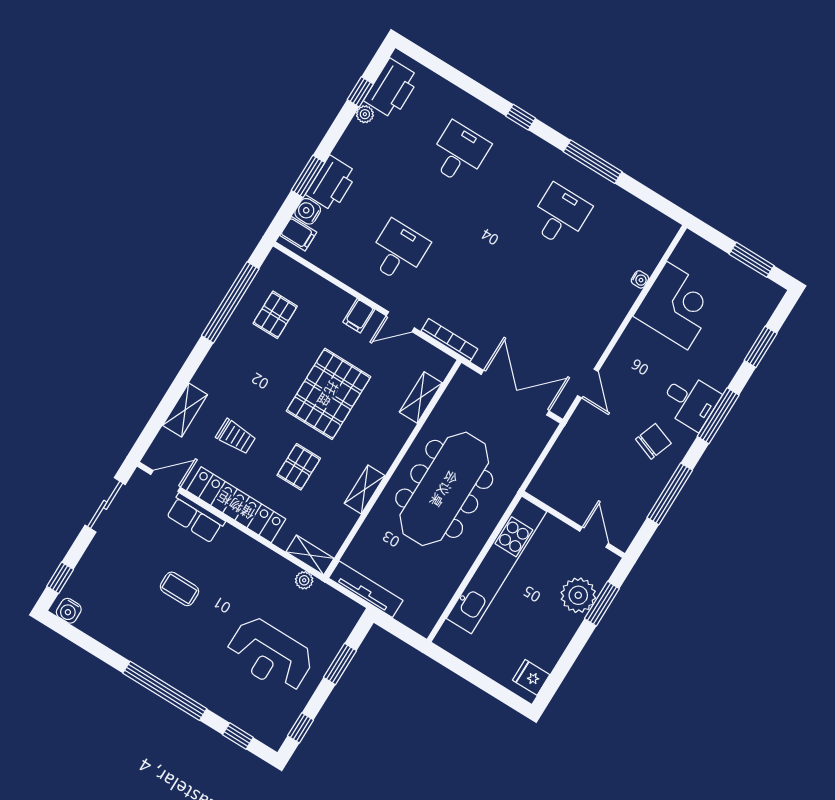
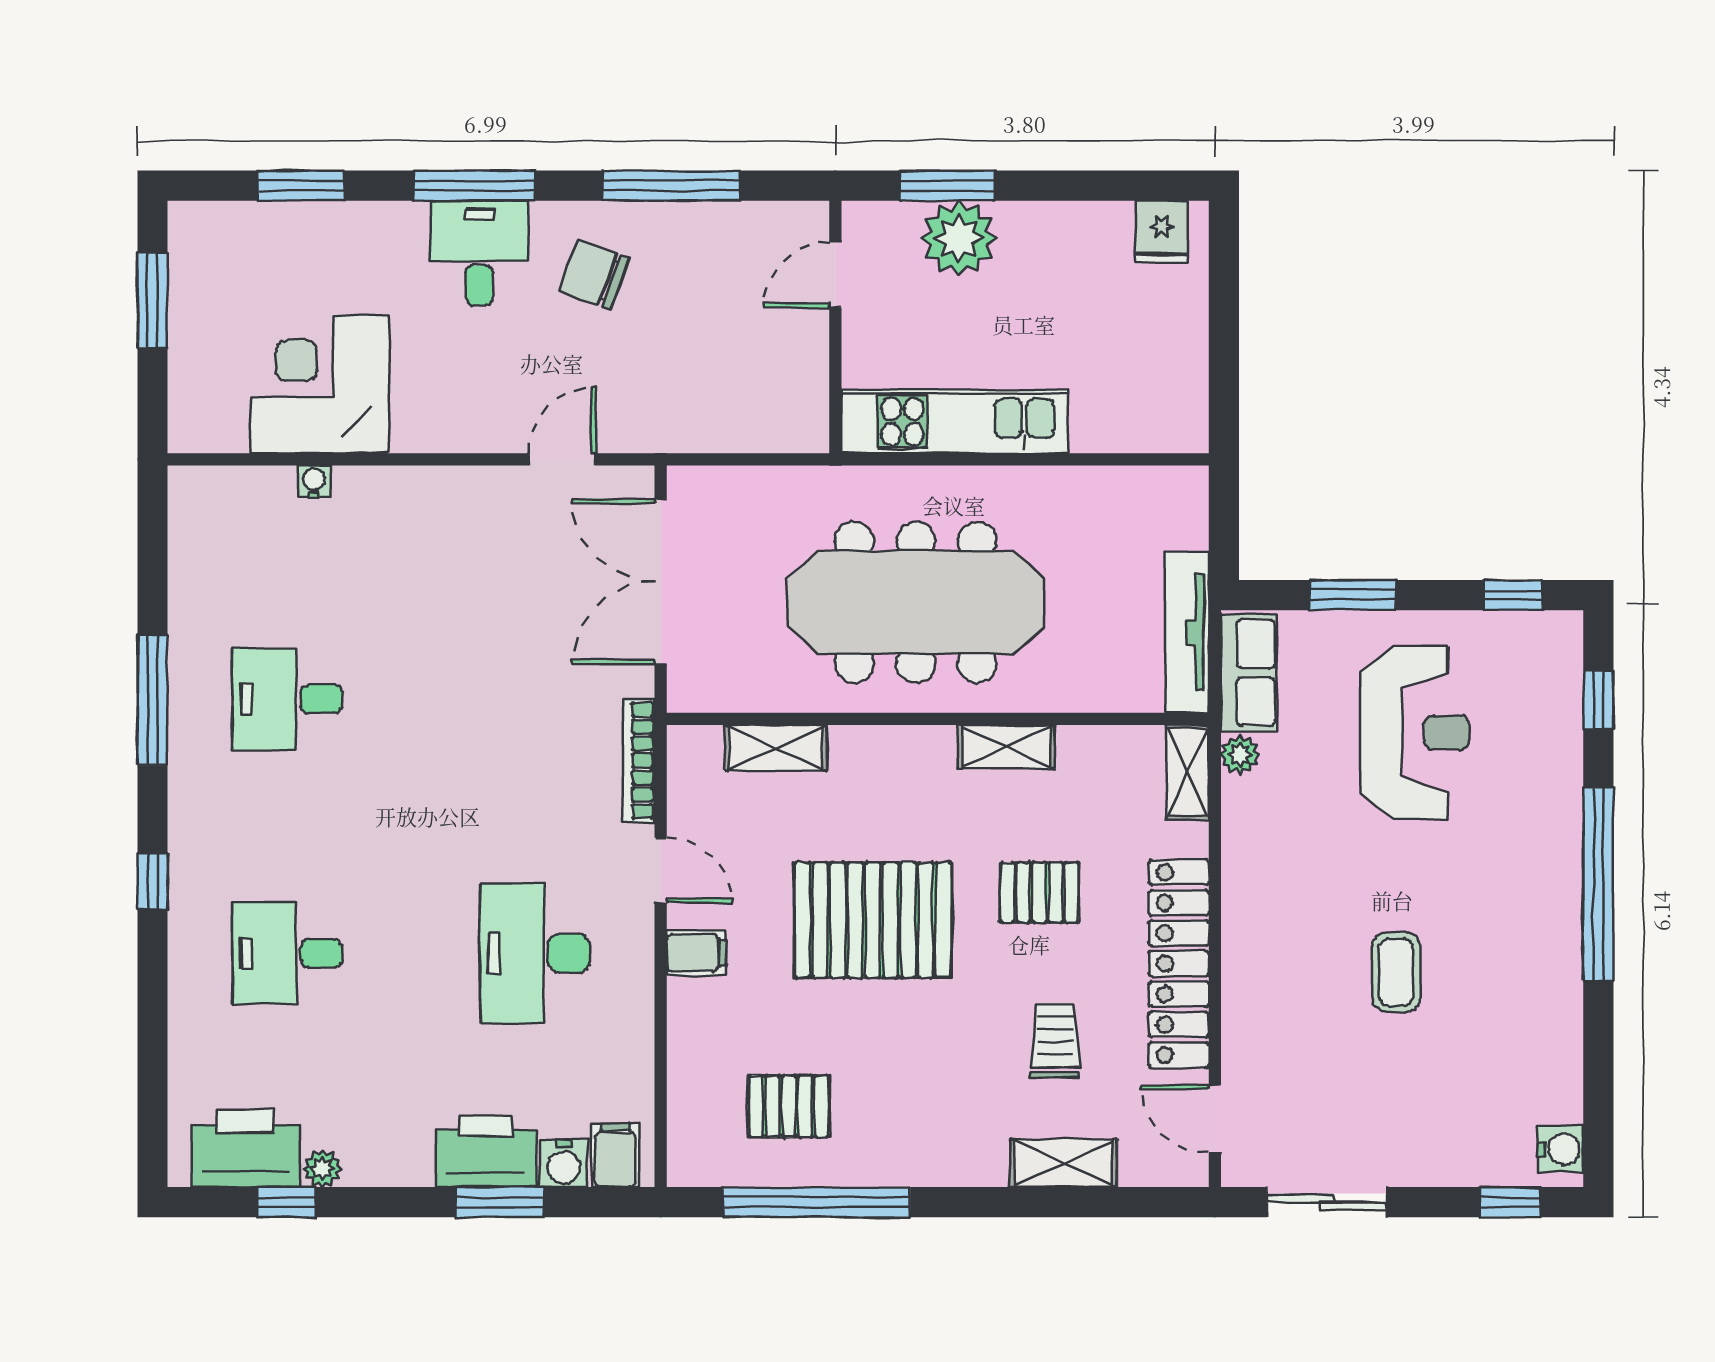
desk: (398, 251) -> (535, 953), width x1.37
row of seats: (195, 518) -> (1249, 673), moved
kitchen unit: (497, 565) -> (954, 421), width x0.73

